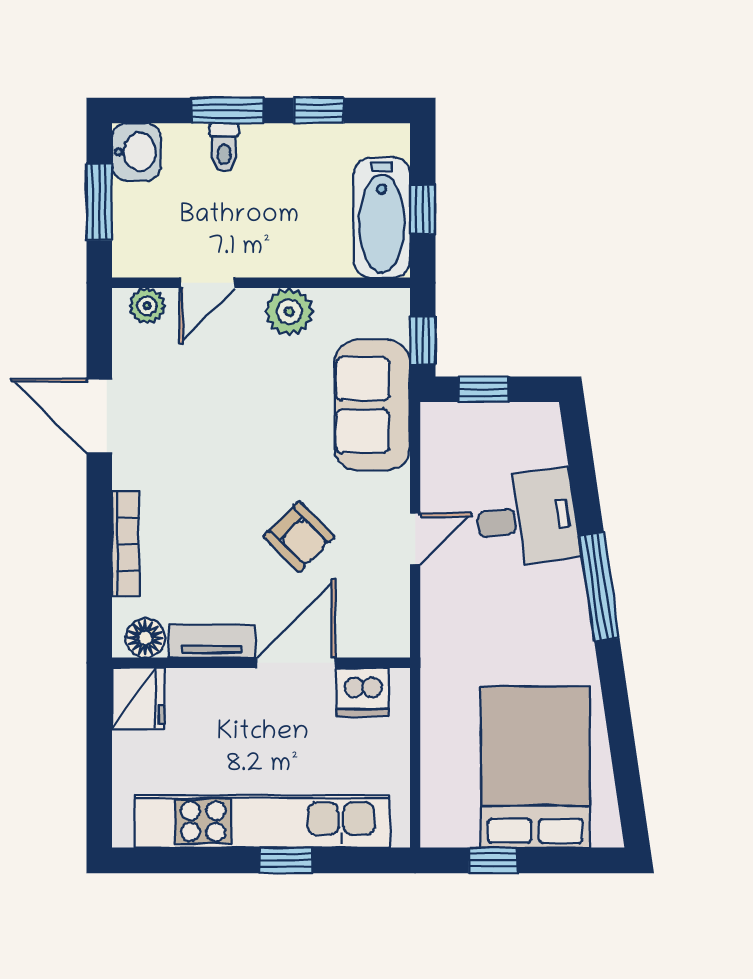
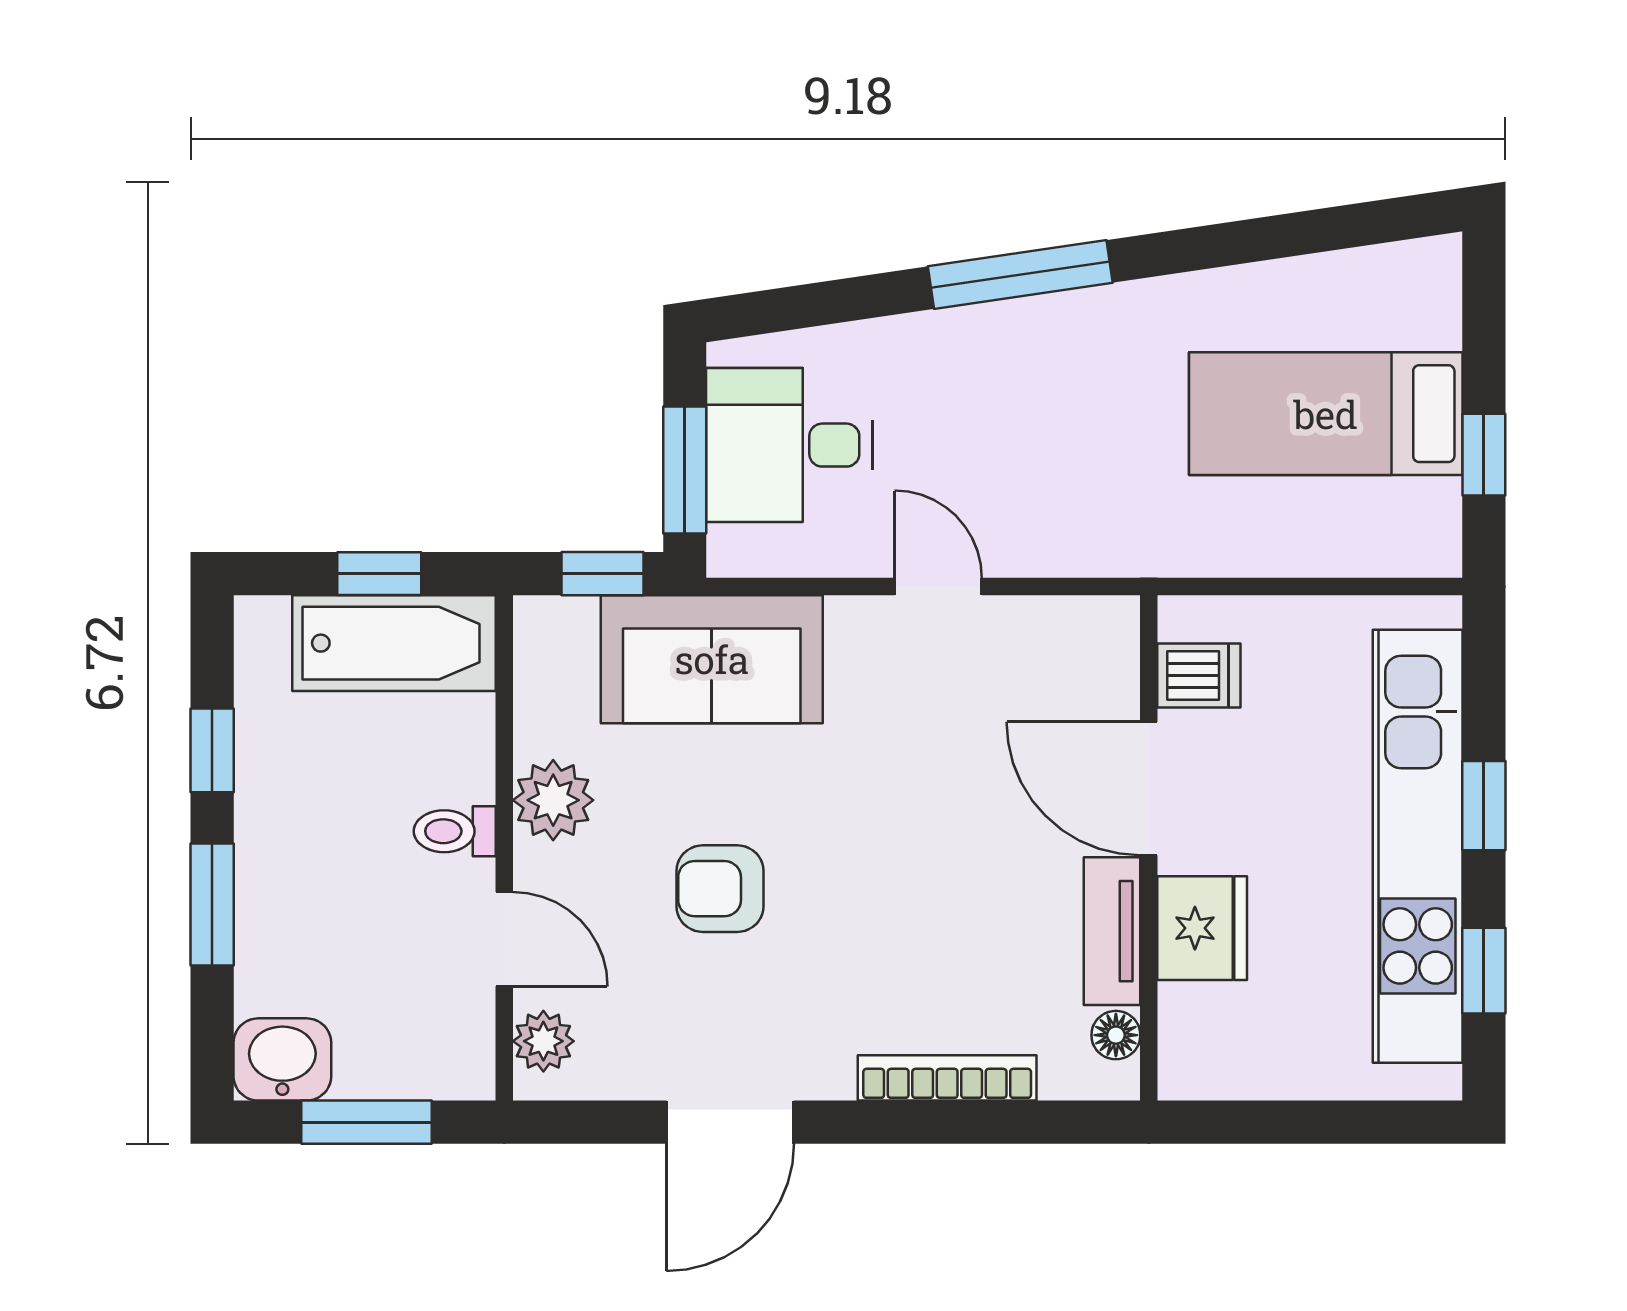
toilet: (224, 147) -> (455, 831), moved, turned 180
window: (484, 389) -> (685, 470), width x1.50
desk: (527, 519) -> (789, 445), moved, turned -82
armchair: (299, 537) -> (720, 889), moved, turned -135
floor lamp: (145, 638) -> (1116, 1035), width x0.73, depth x0.73
dishwasher: (363, 692) -> (1199, 675), width x0.73
fridge: (138, 699) -> (1202, 928), moved, turned 90
bed: (535, 767) -> (1326, 414), width x0.67
window: (189, 860) -> (1484, 971), added

